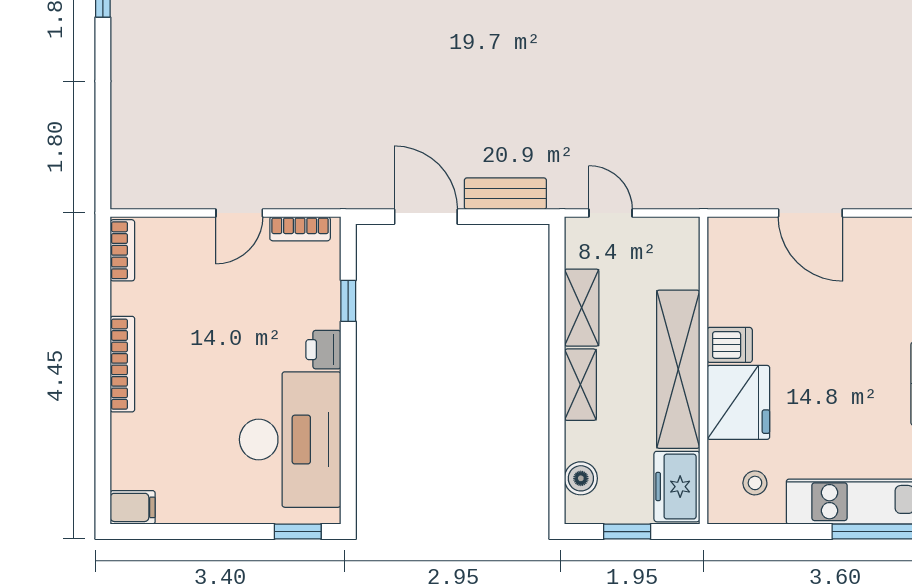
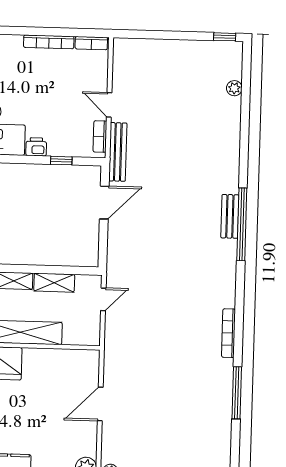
bench: (505, 194) -> (118, 152), moved, width x1.36
dishwasher: (730, 345) -> (32, 360), removed
bookcase: (122, 364) -> (49, 42), moved

